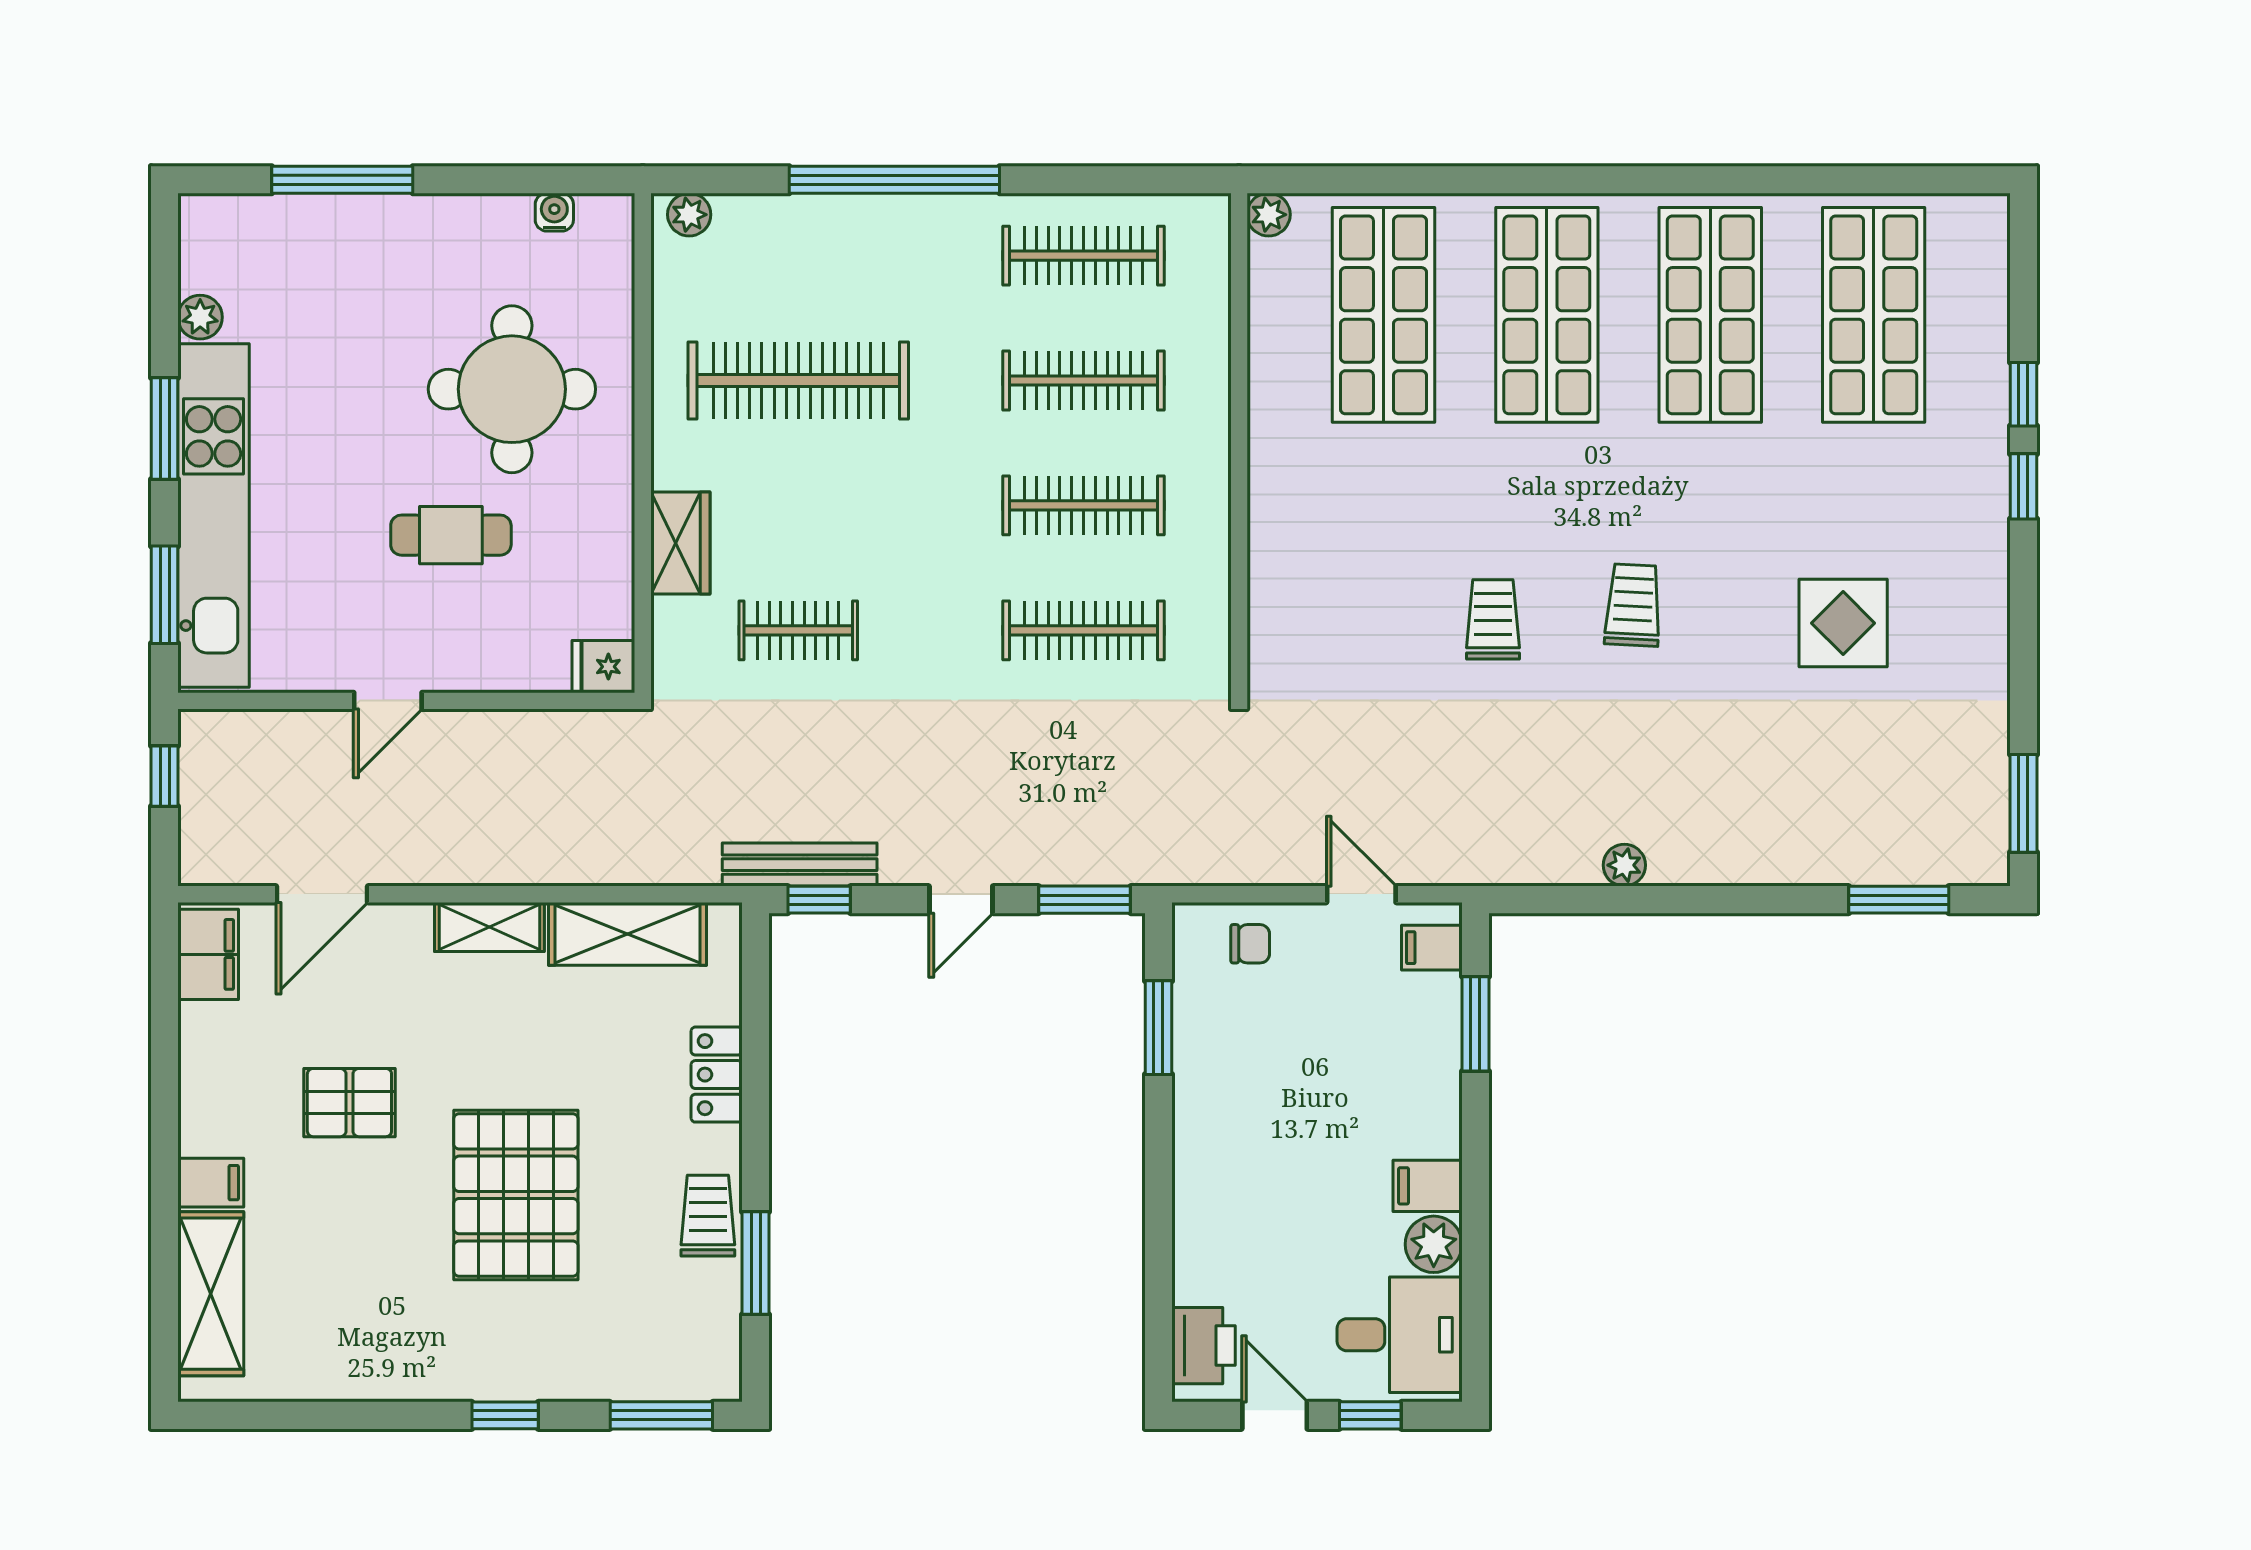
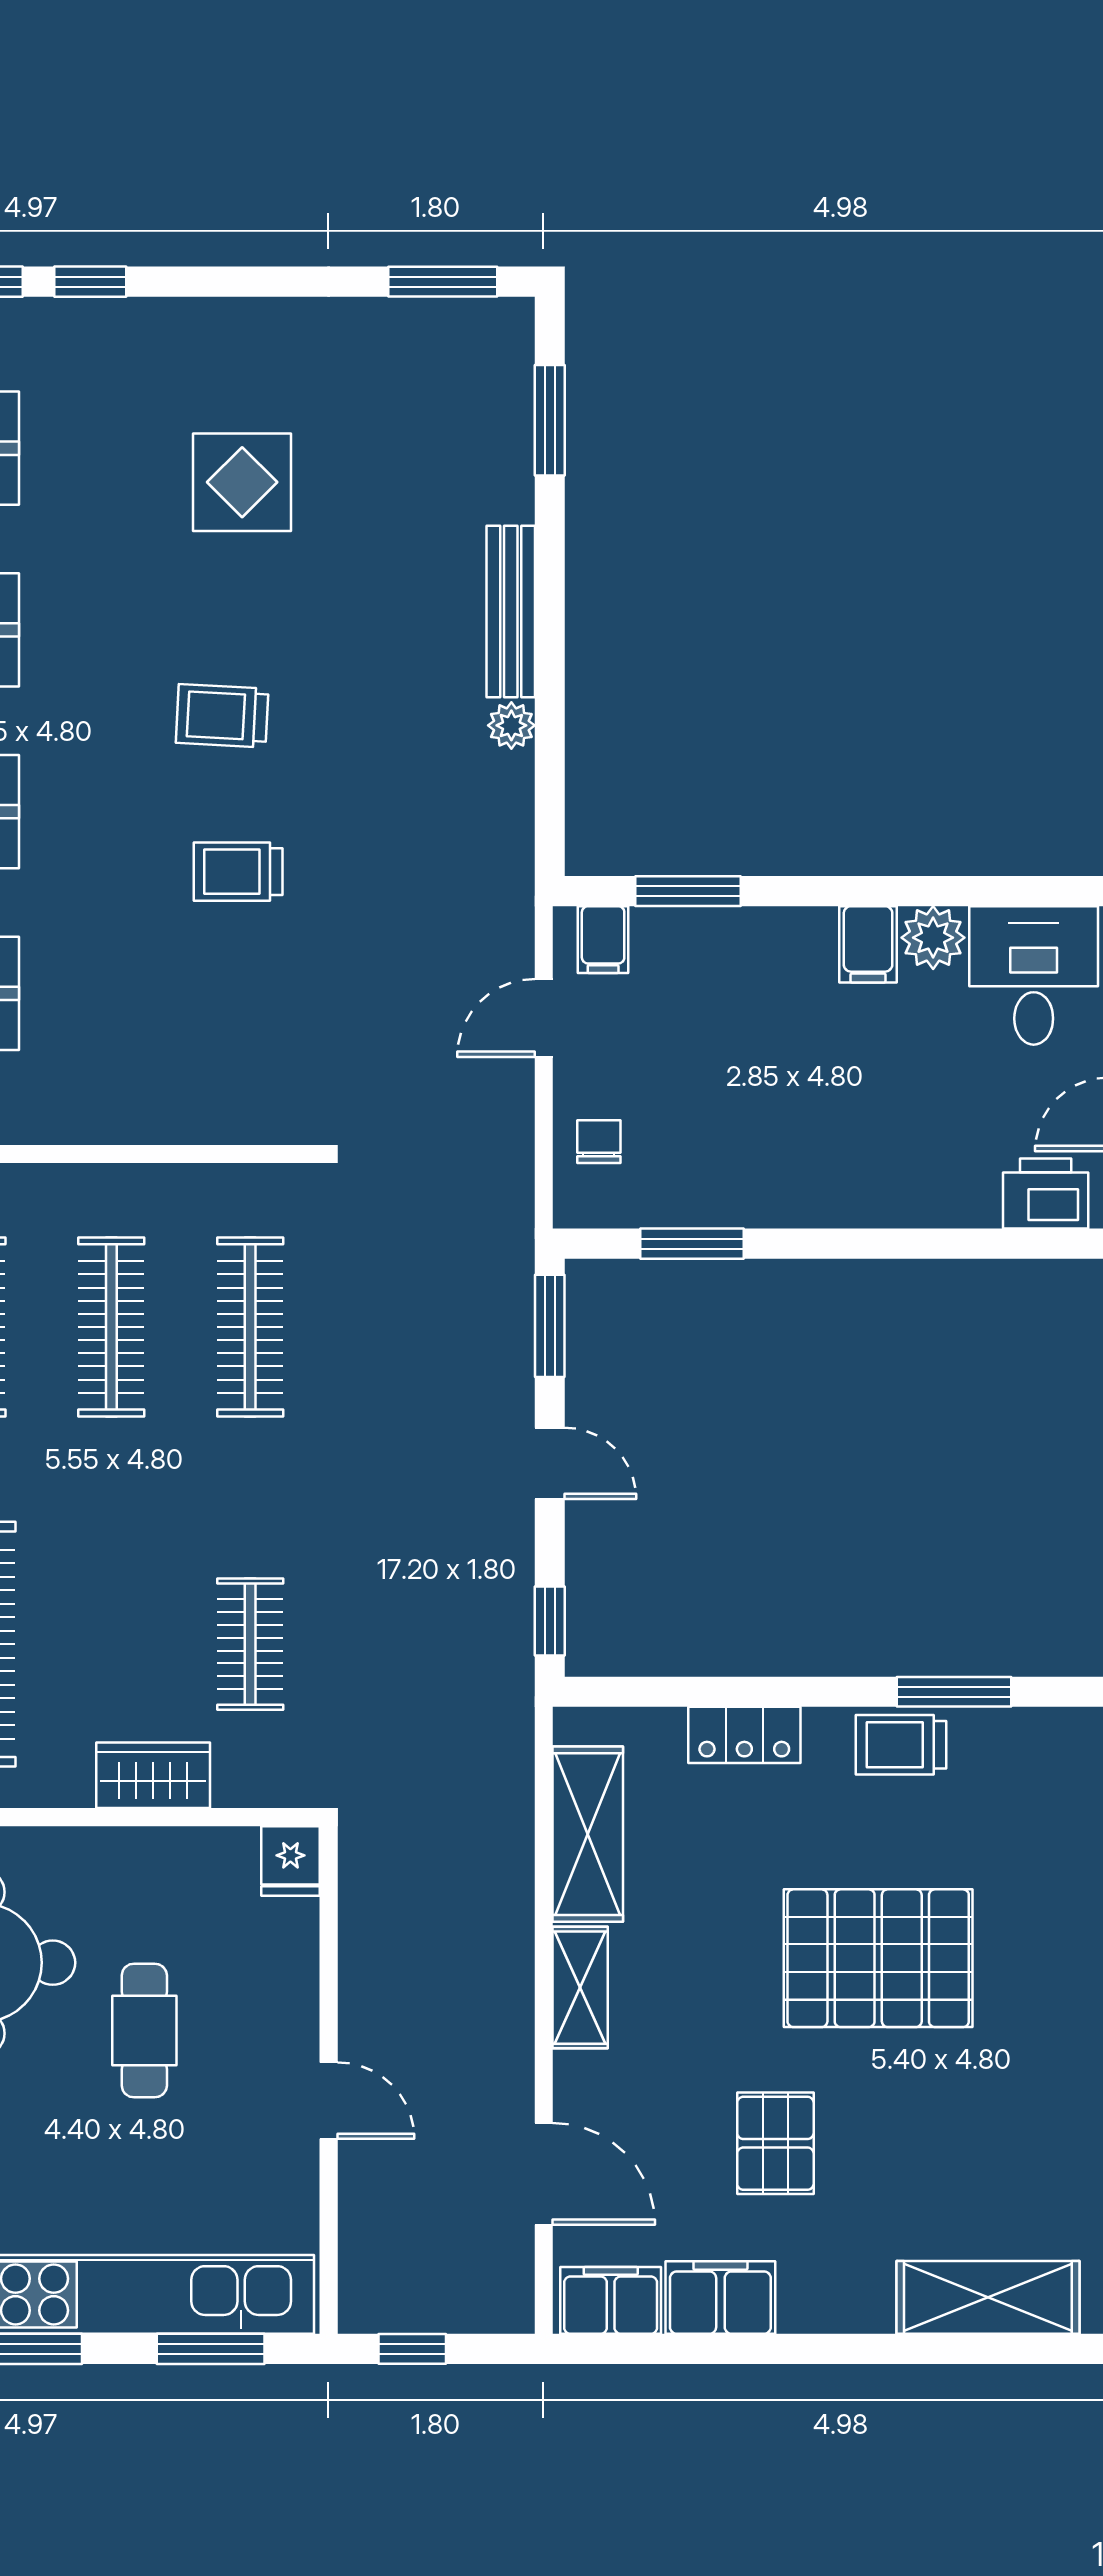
bench: (800, 865) -> (511, 611), moved
filing cabinet: (211, 1183) -> (720, 2298), moved, width x2.00

